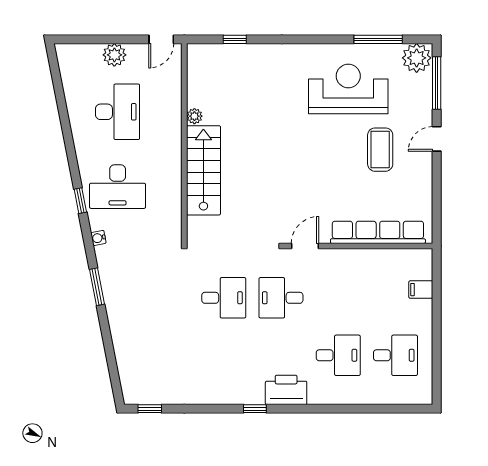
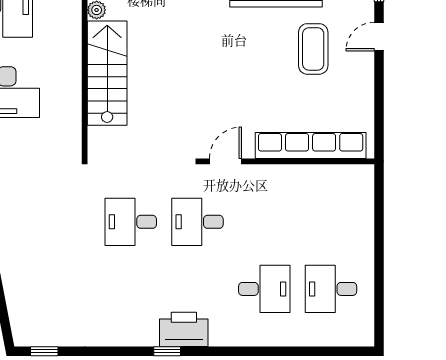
filing cabinet: (421, 290) -> (361, 212), removed
desk: (224, 298) -> (131, 222), turned 180
desk: (395, 355) -> (331, 289), turned 180
printer: (286, 390) -> (184, 329), moved

